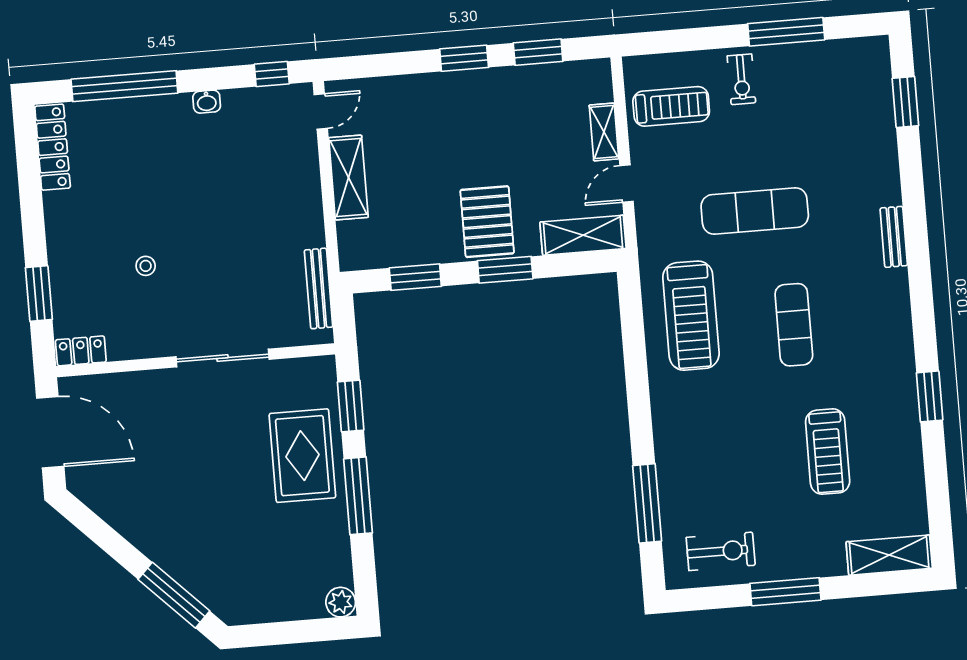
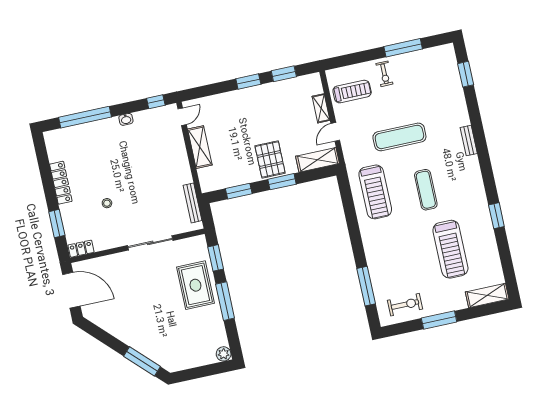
locker: (53, 147) -> (61, 183), moved
treadmill: (828, 452) -> (450, 249), width x1.37, depth x1.38

